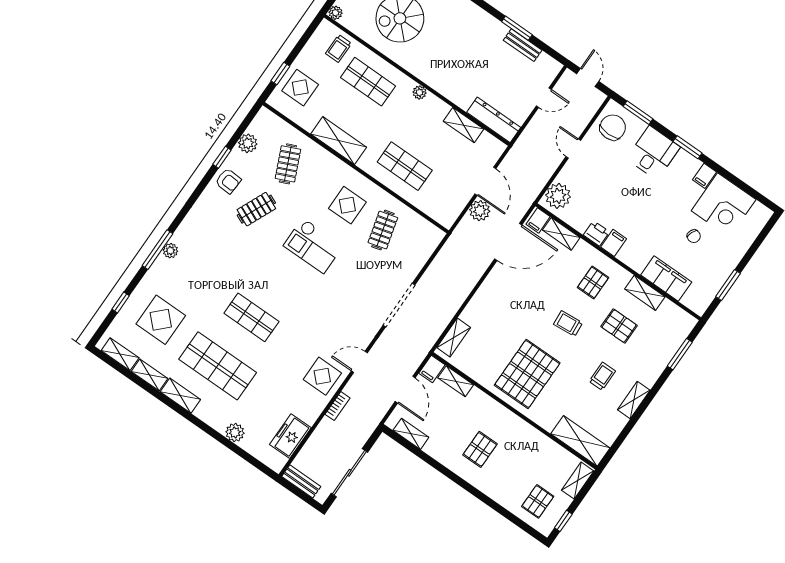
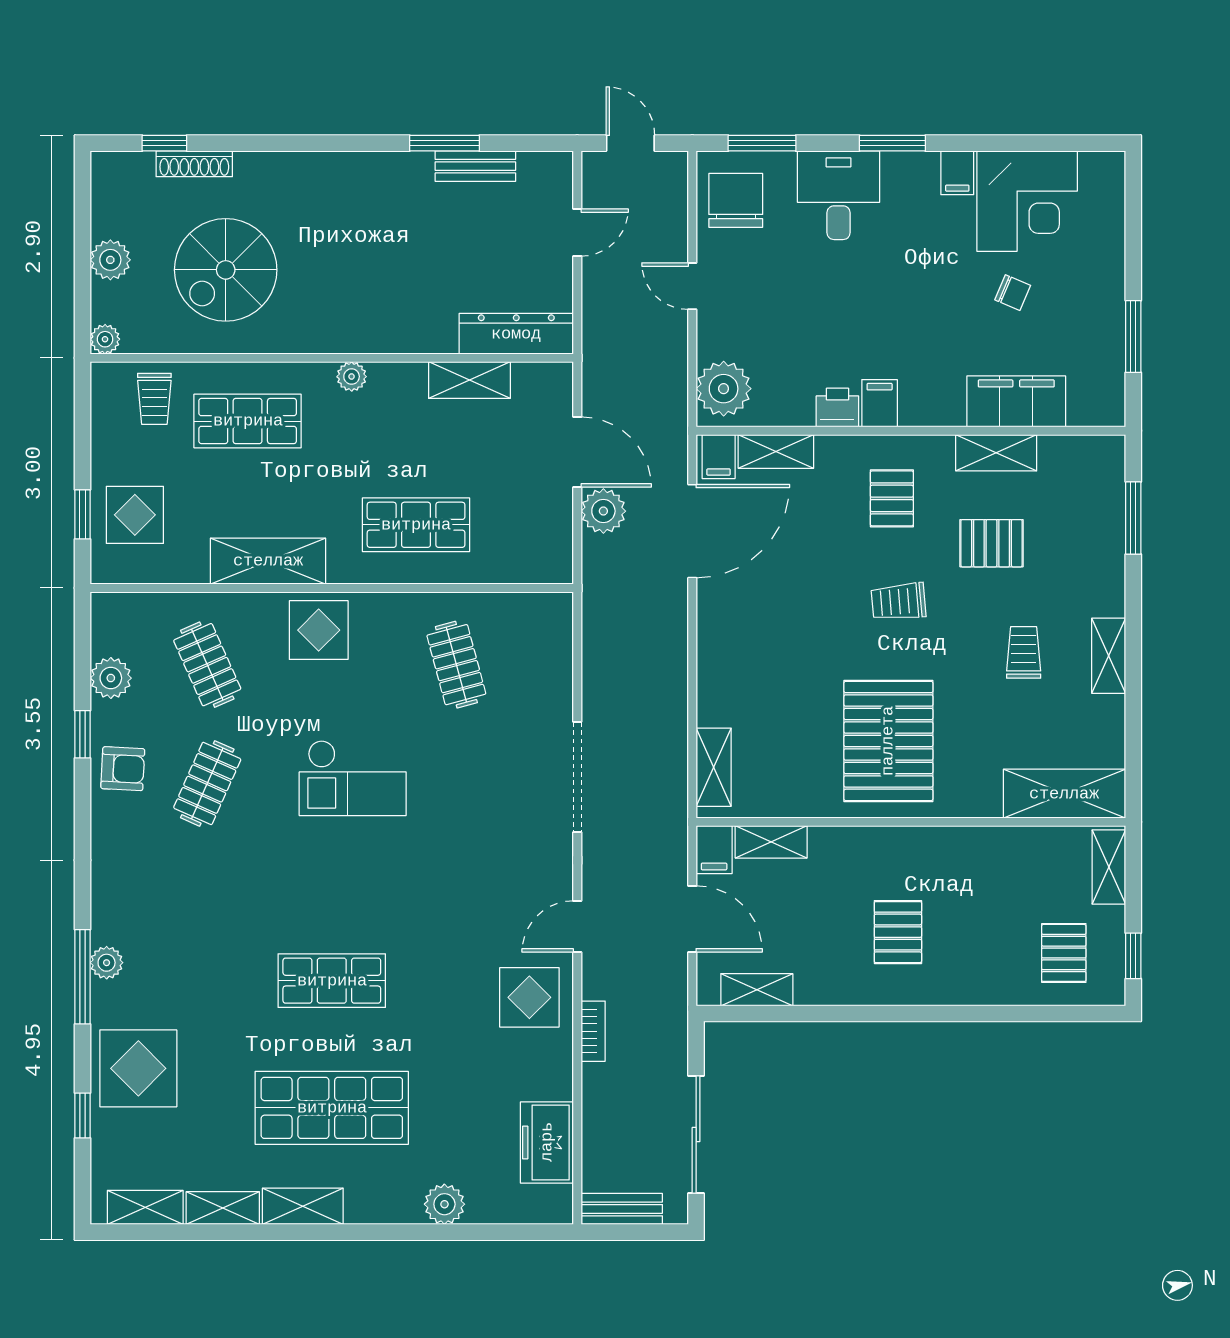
display table: (347, 205) -> (319, 630), moved
display table: (161, 320) -> (138, 1068), moved

